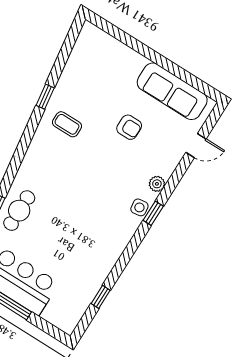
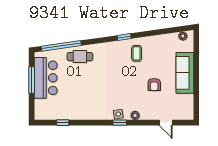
plant: (84, 40) -> (183, 36), added
sofa: (172, 91) -> (185, 73), moved
window: (45, 97) -> (124, 37), moved

